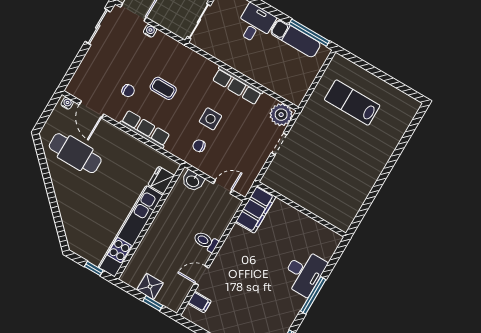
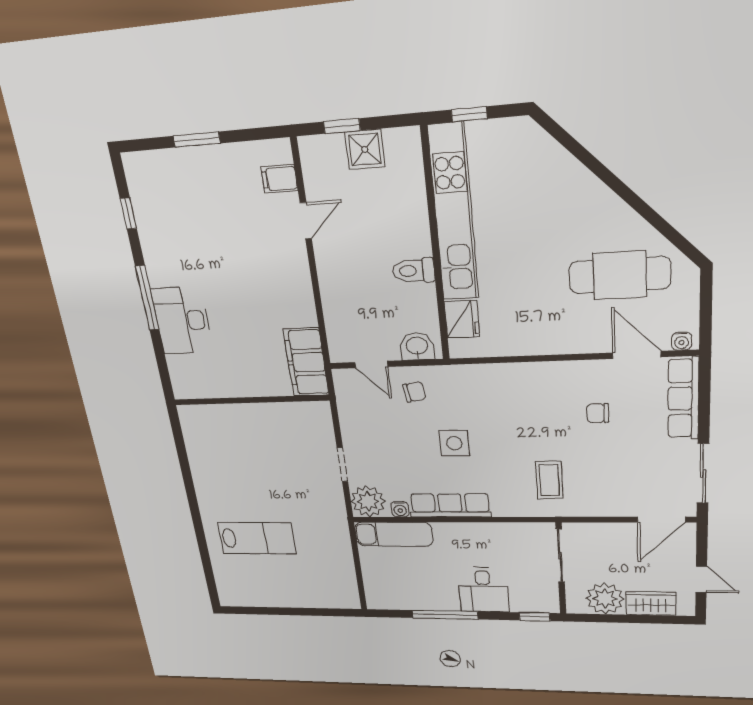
water cooler: (150, 31) -> (400, 509), moved
window: (309, 33) -> (445, 615), moved
exam couch: (295, 38) -> (394, 534), moved, turned 180
coffee table: (163, 88) -> (549, 480), moved, turned 90
lab bench: (352, 103) -> (257, 538), moved
row of seats: (145, 129) -> (683, 399), moved, turned 90
chair: (199, 146) -> (414, 392), moved
door: (223, 187) -> (371, 365), hinge flipped
toilet: (206, 241) -> (414, 271), moved, turned 180

